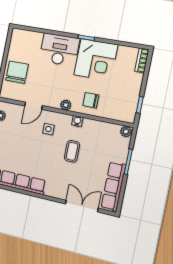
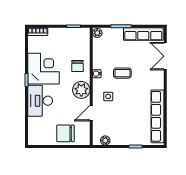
plant: (66, 105) -> (81, 90), width x1.88, depth x1.88
door: (34, 106) -> (91, 113), swing flipped

